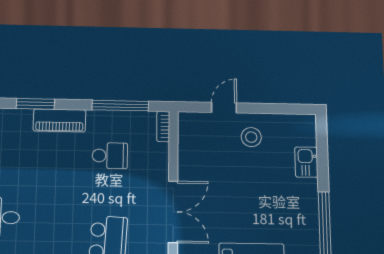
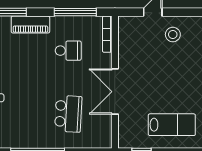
bookcase: (163, 126) -> (107, 34), width x1.56
double door: (173, 212) -> (115, 92), swing flipped

